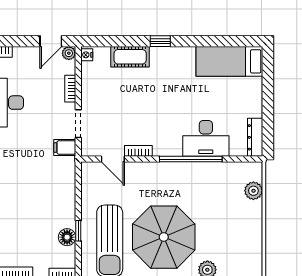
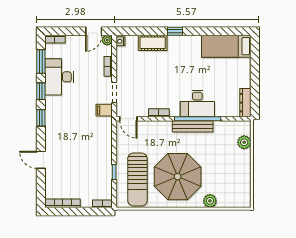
desk: (206, 138) -> (197, 103), moved
door: (113, 159) -> (128, 119), moved
bench: (184, 169) -> (193, 126), added
floor lamp: (67, 237) -> (106, 177), removed

